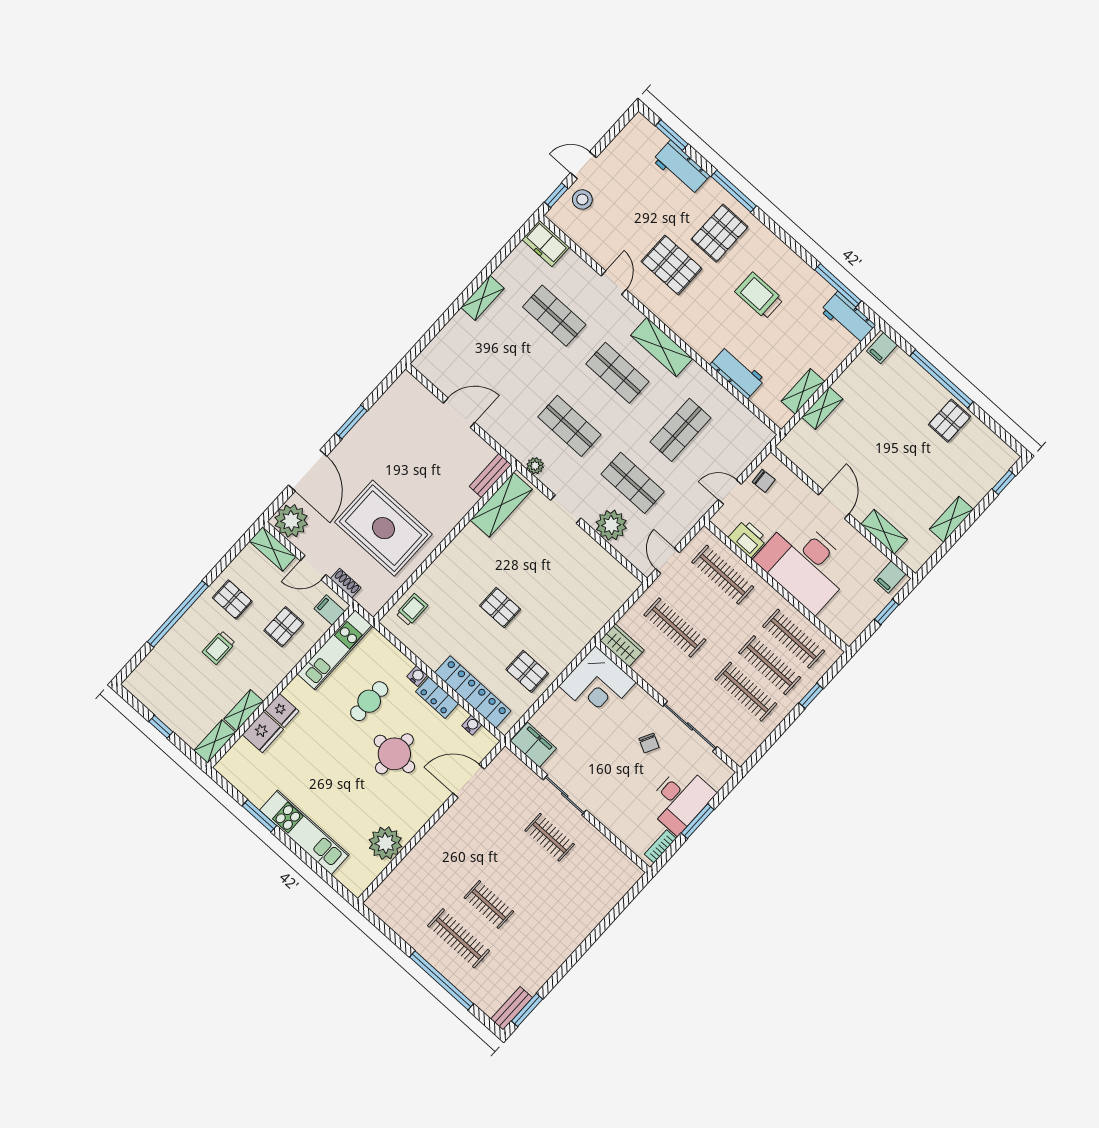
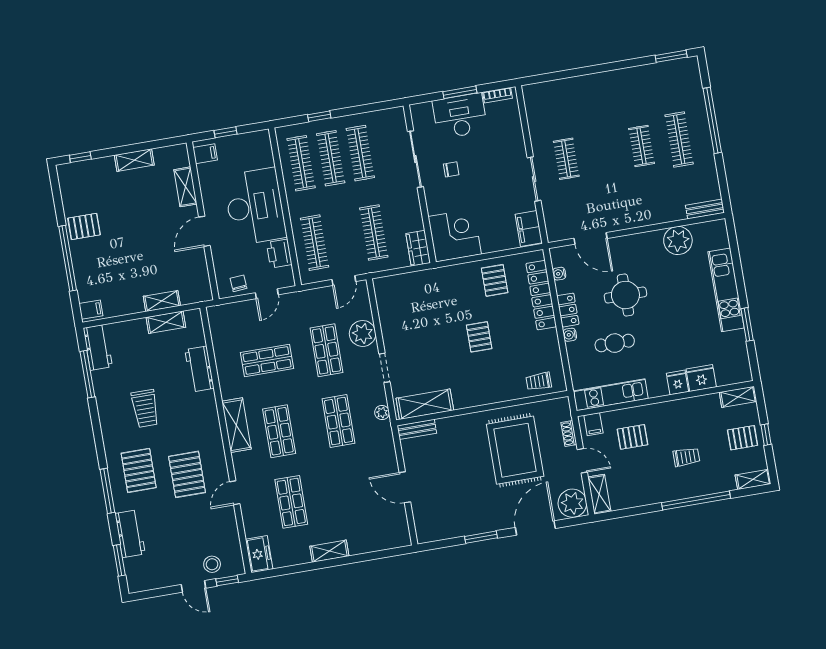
pallet: (720, 233) -> (139, 470), turned 90
door: (730, 492) -> (267, 294), hinge flipped
pallet: (232, 600) -> (743, 438), moved, turned 90
shelving: (244, 710) -> (753, 479), moved
chair: (649, 743) -> (451, 169), turned 63
bench: (512, 1008) -> (705, 209), moved

